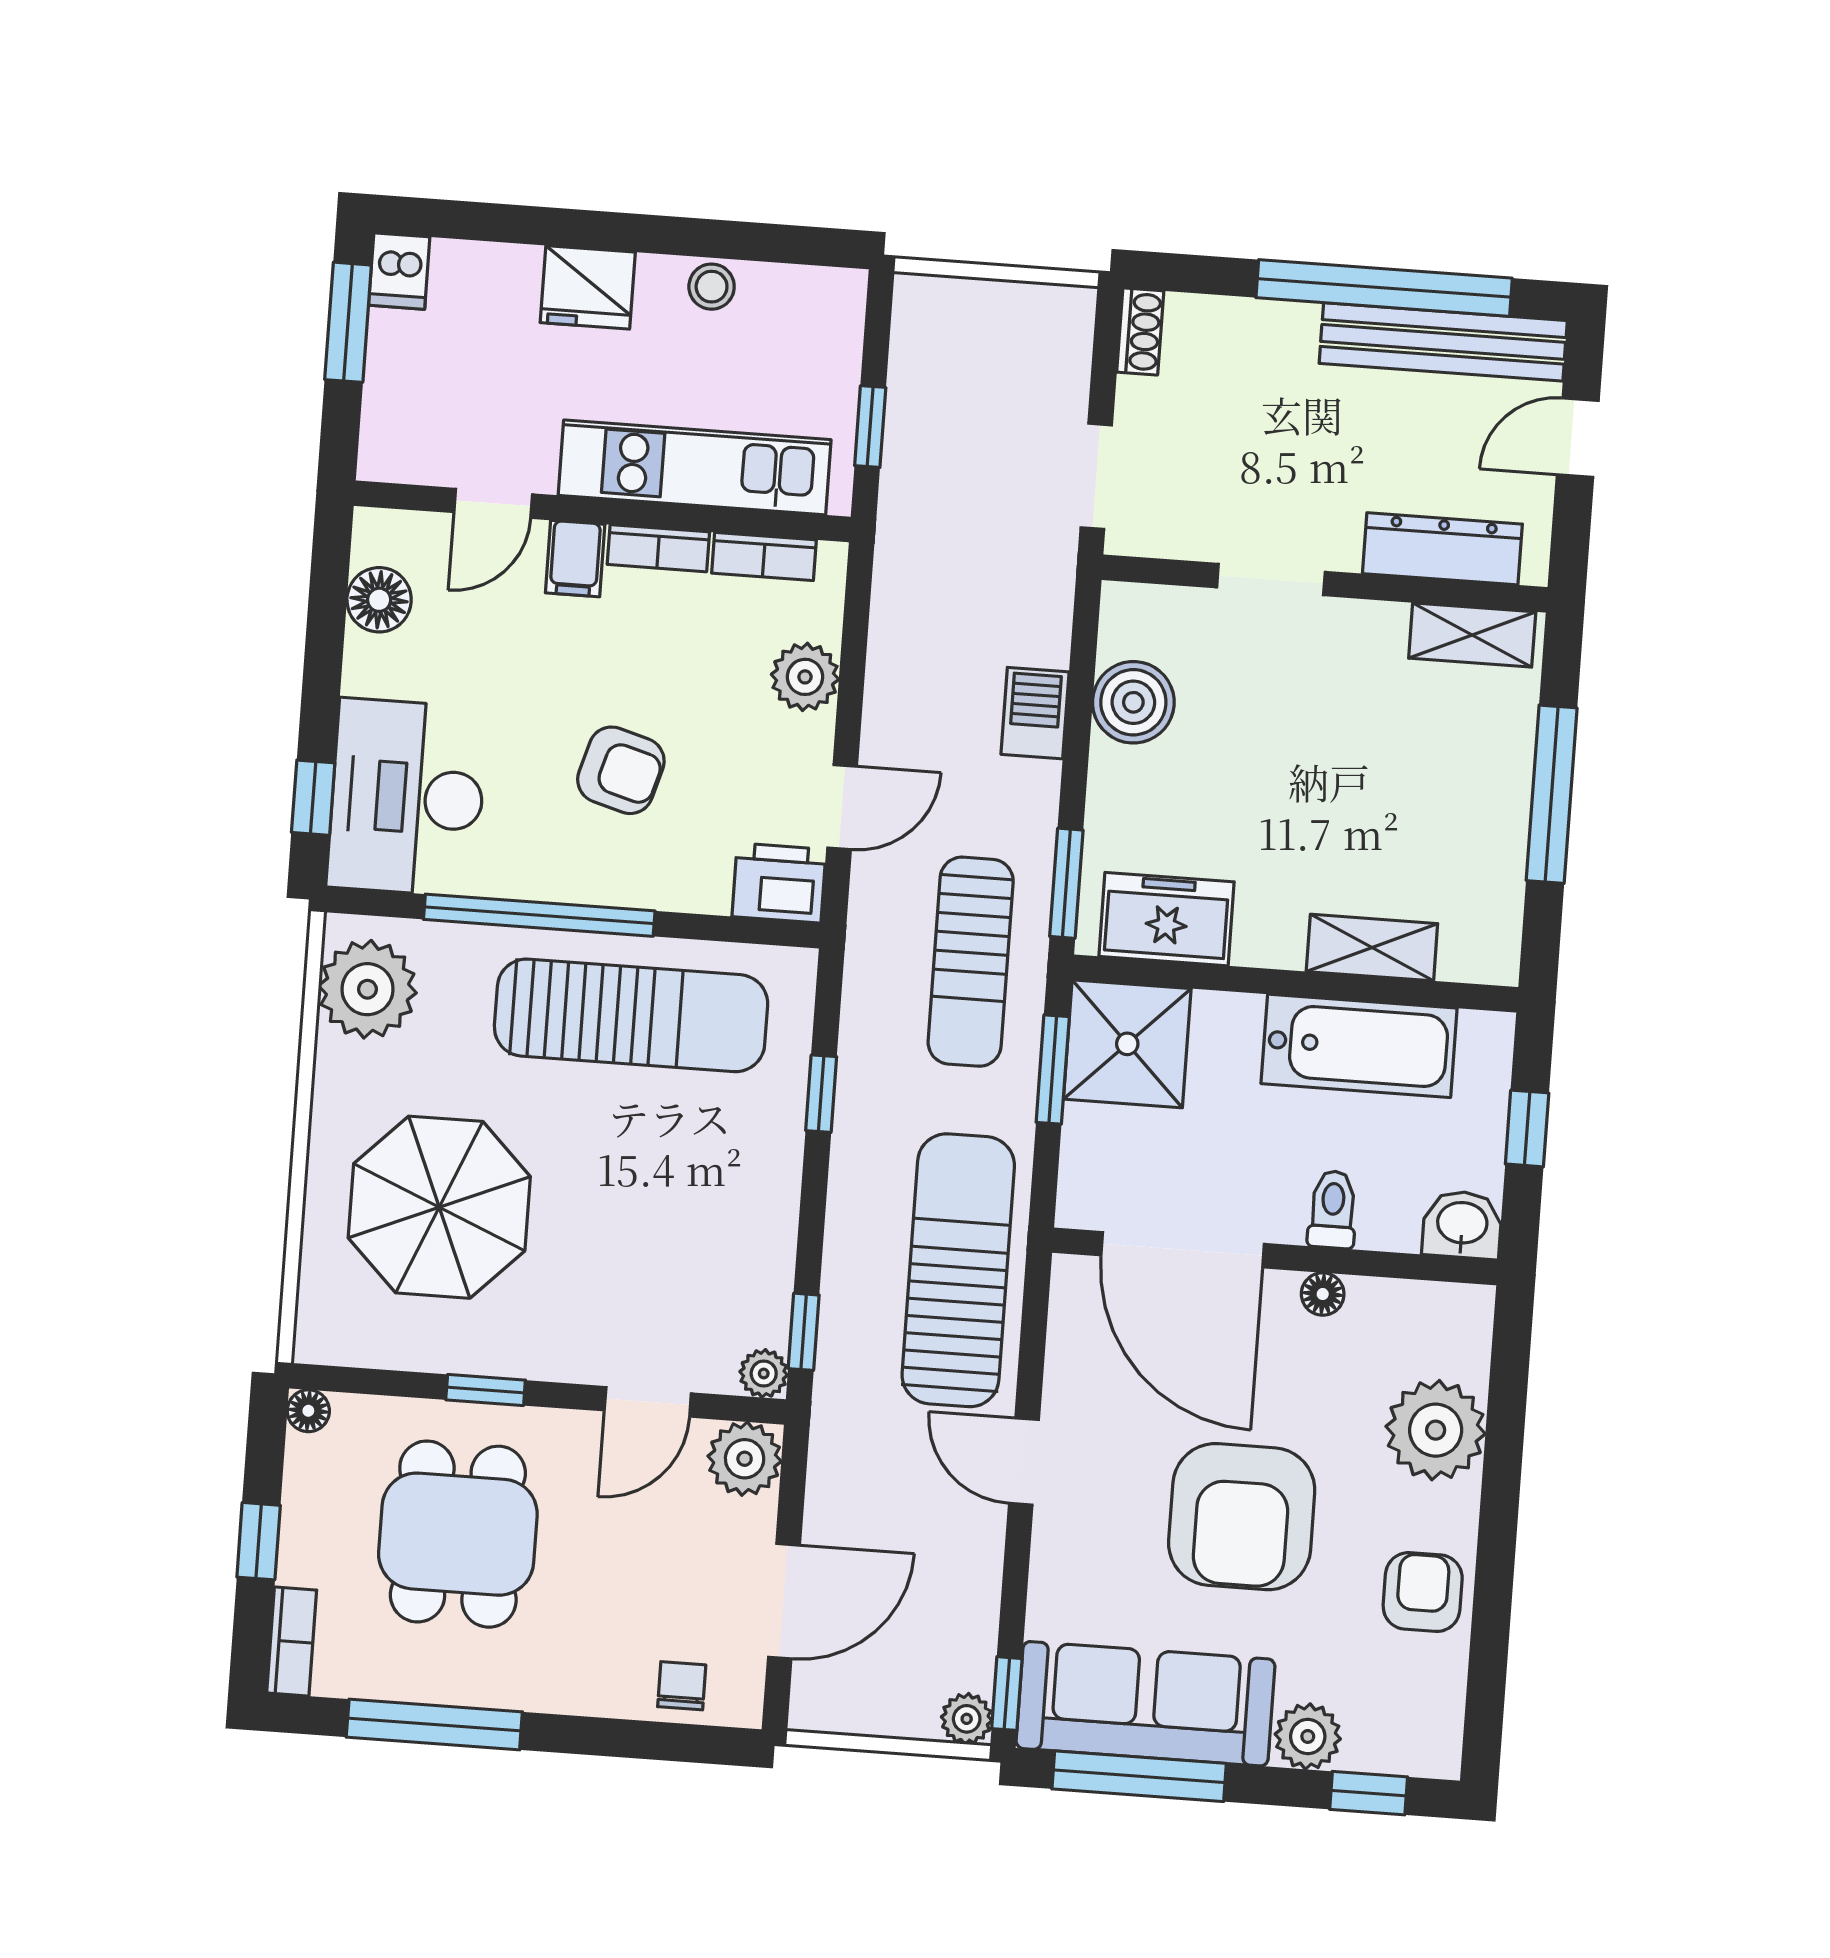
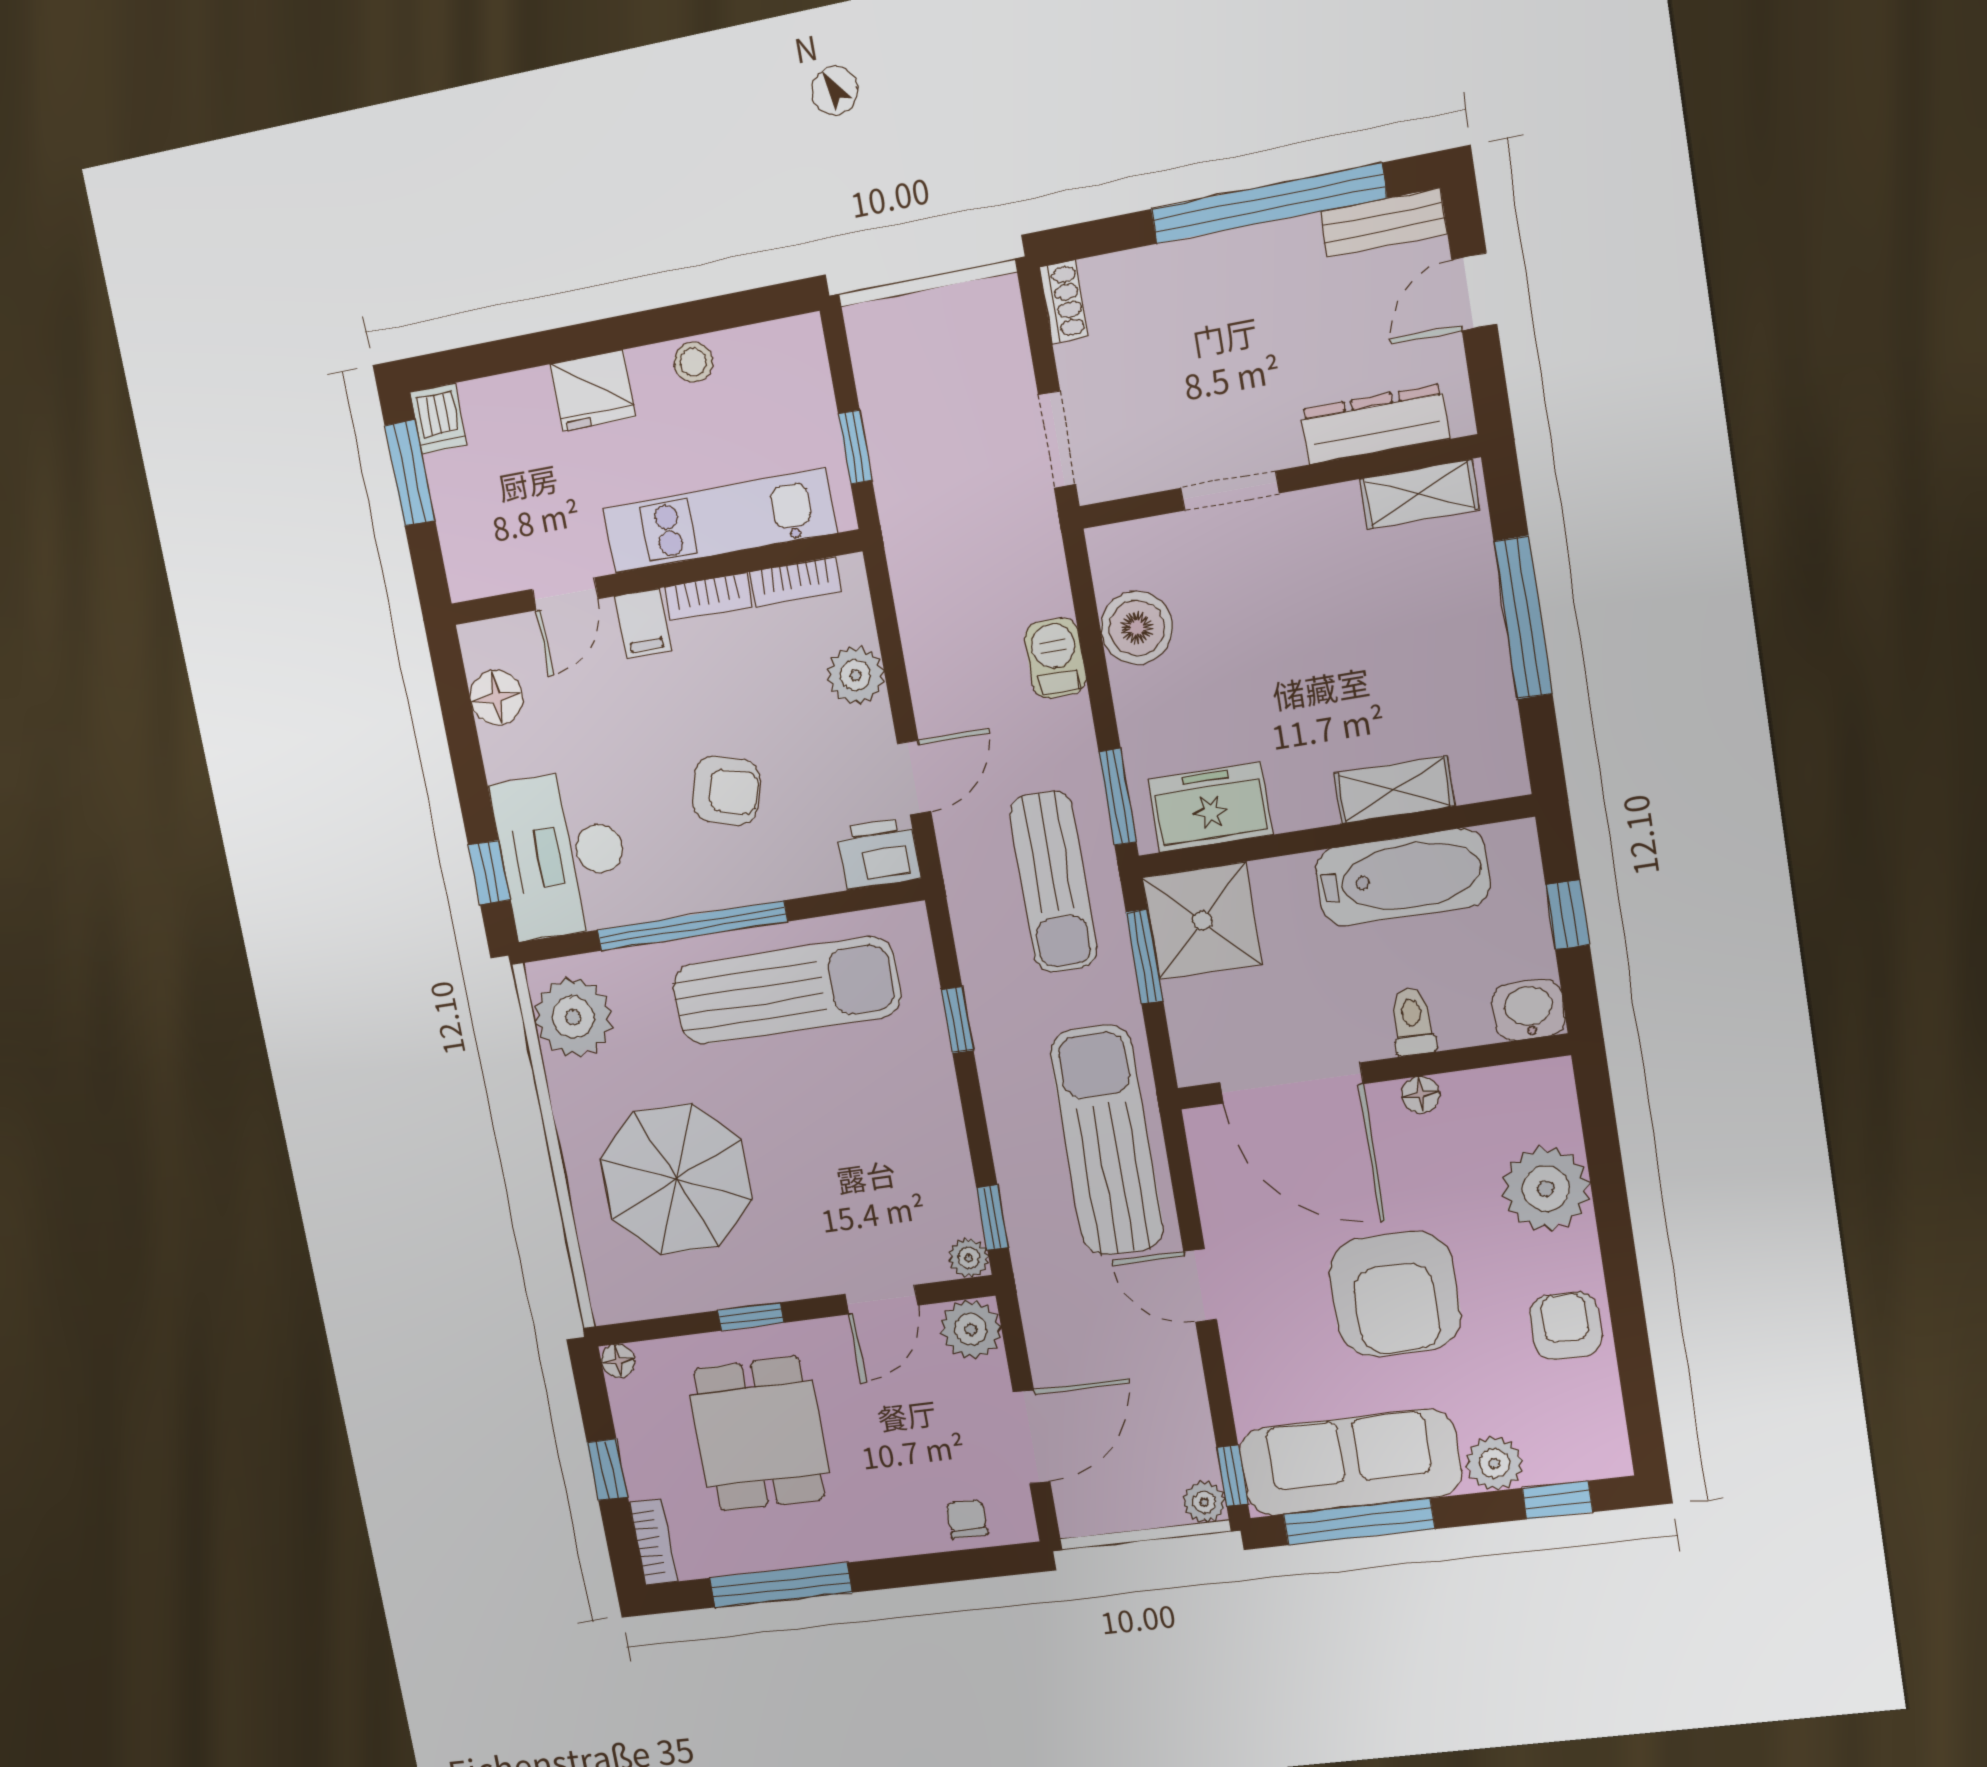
bench: (1443, 342) -> (1384, 223), width x0.54, depth x0.82

